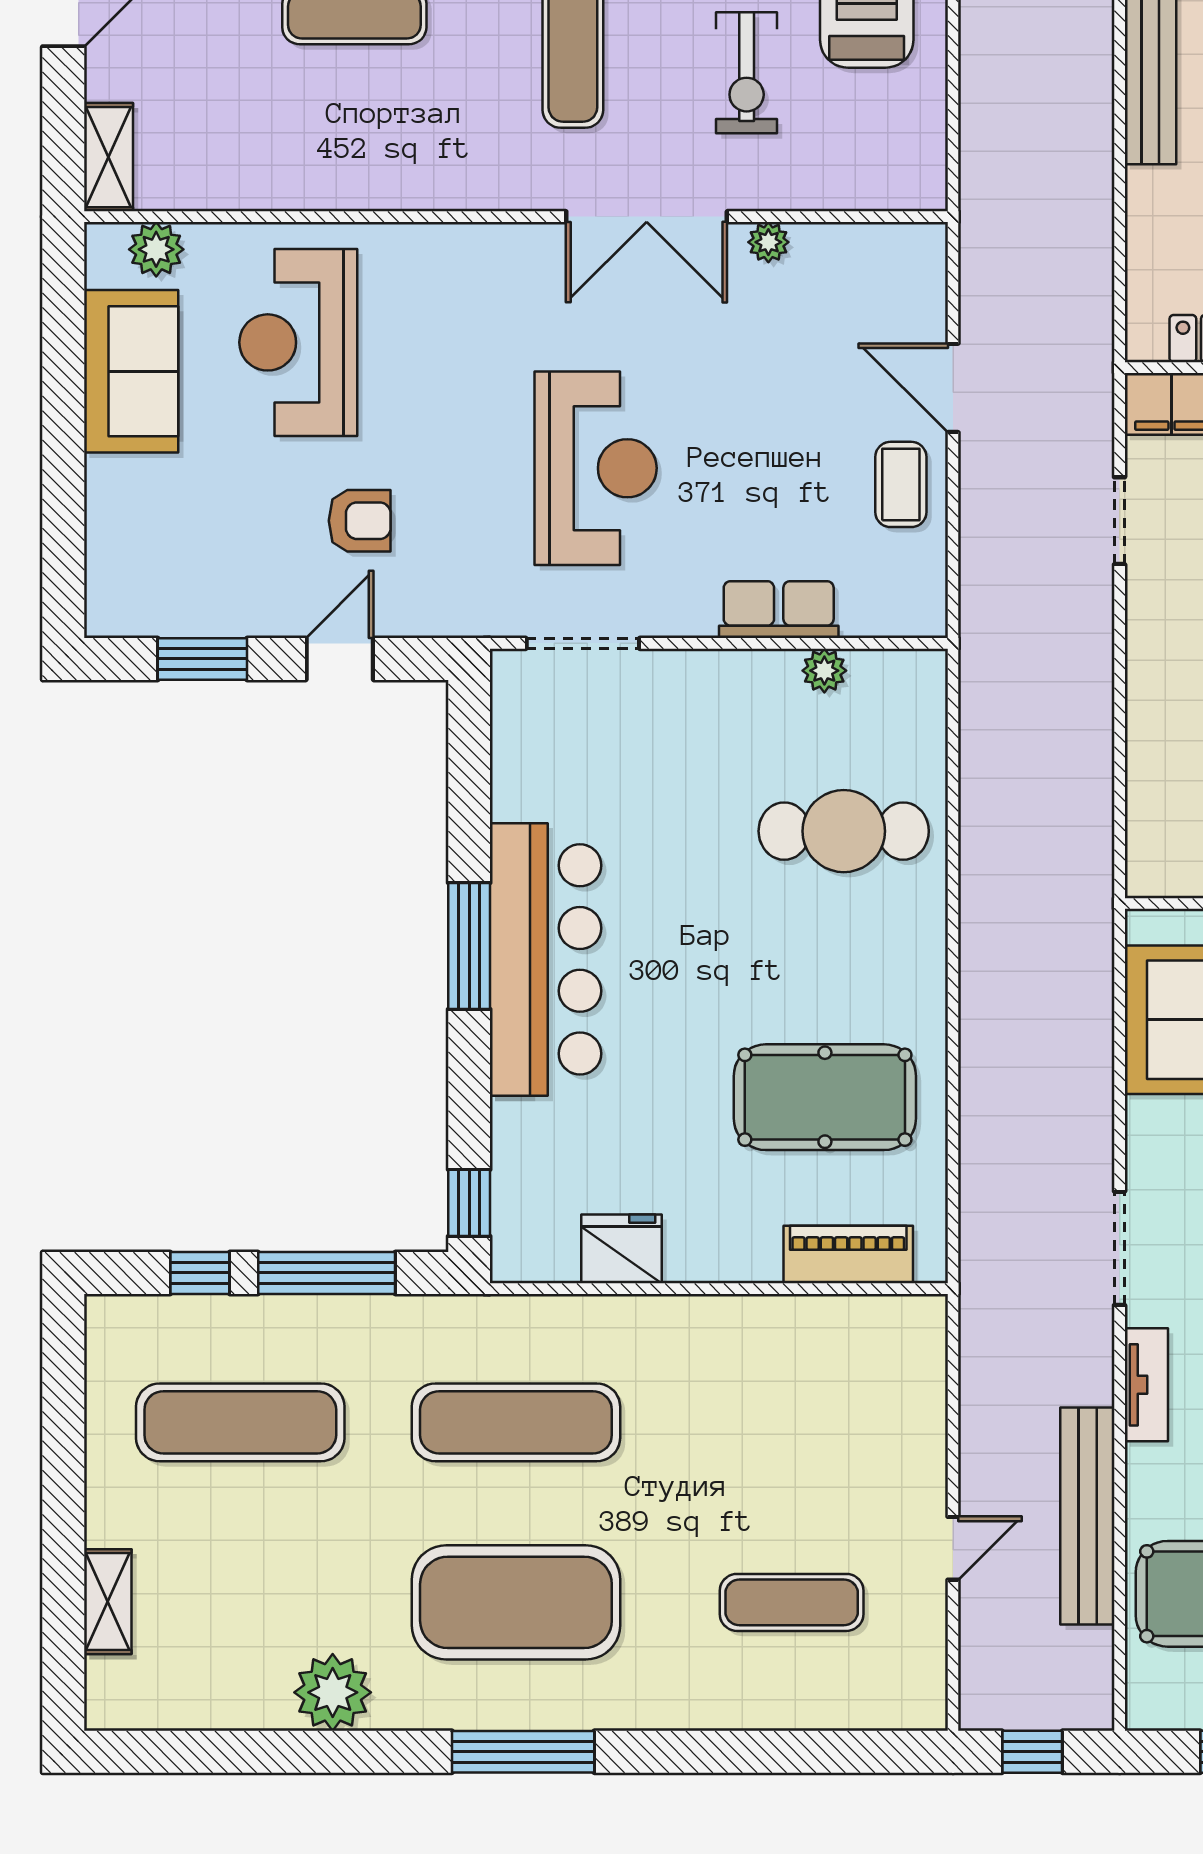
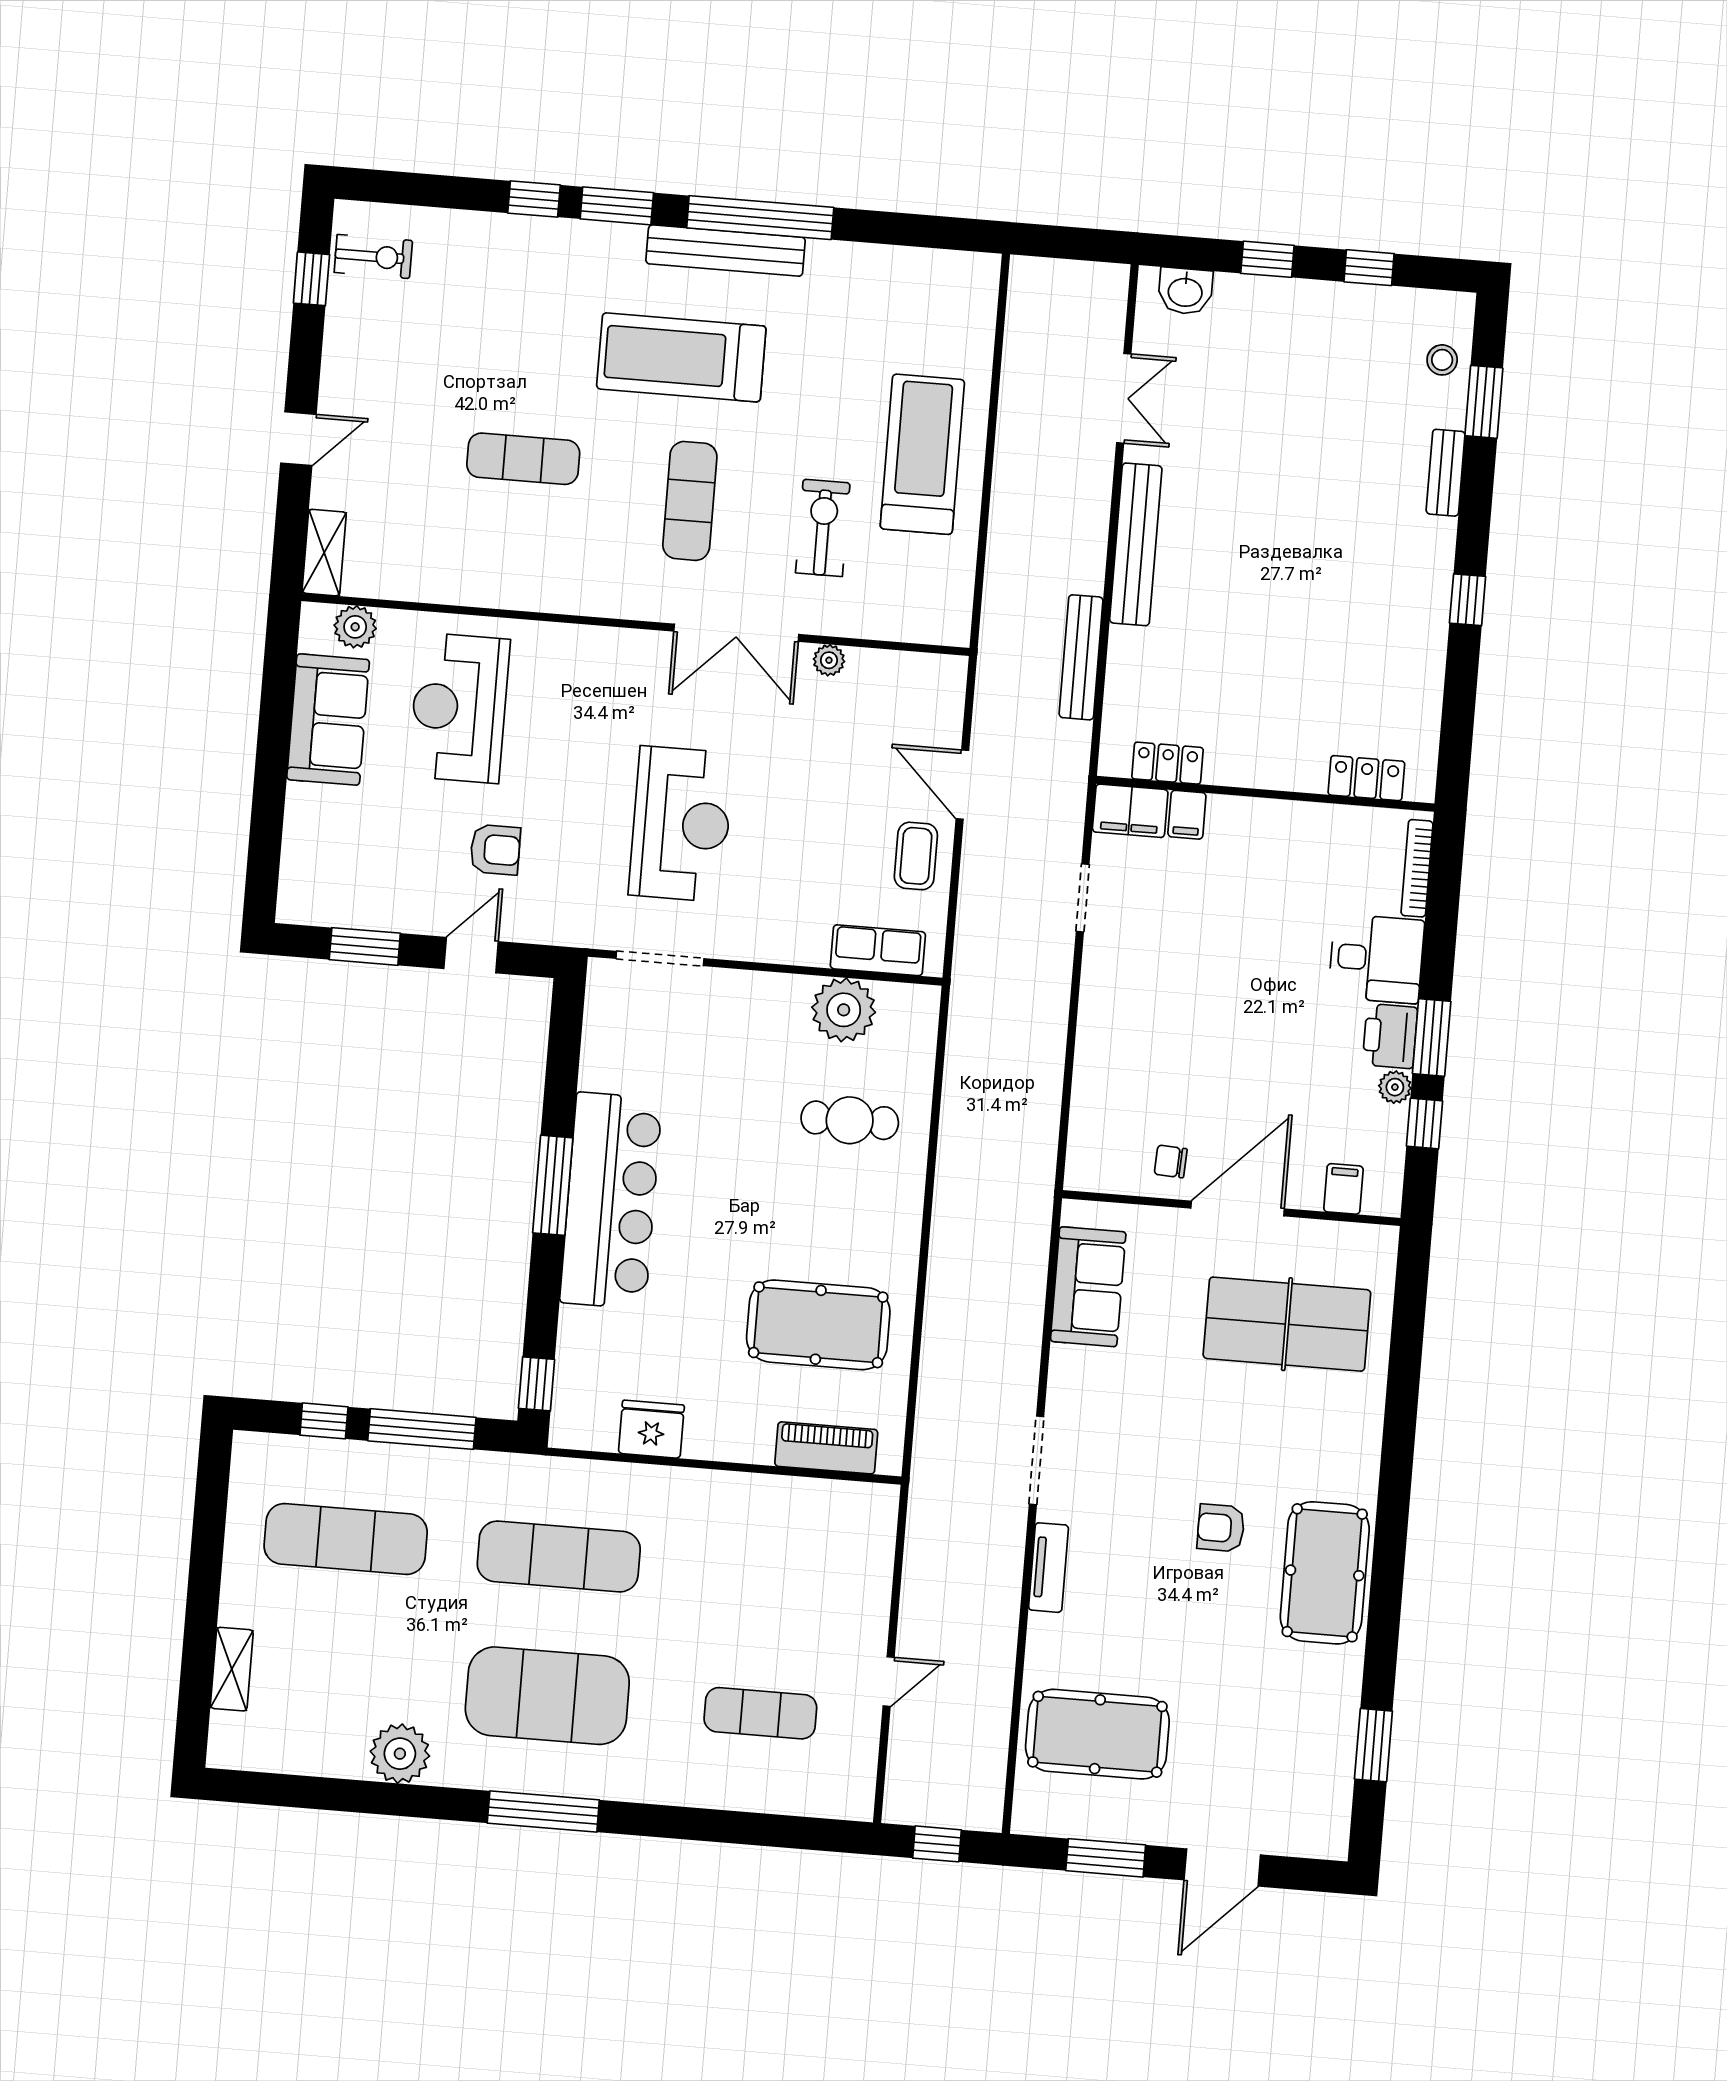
exercise bike: (747, 73) -> (823, 528), turned 180
row of seats: (779, 610) -> (878, 950), moved
plant: (824, 671) -> (844, 1010), width x1.87, depth x1.87
cafe table: (844, 831) -> (850, 1120), width x0.73, depth x0.74
bench: (1087, 1516) -> (1081, 657), moved, width x0.73, depth x0.82

